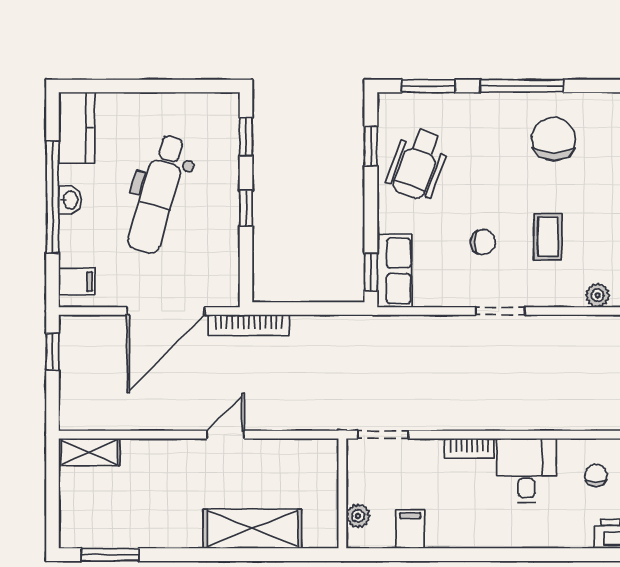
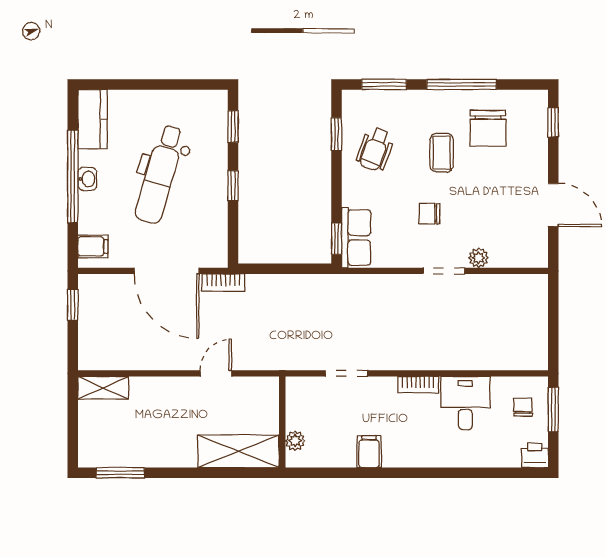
chair: (554, 139) -> (488, 128), turned 180
wheelchair: (418, 164) -> (375, 149), width x0.73, depth x0.73
coffee table: (548, 237) -> (442, 153), moved
chair: (483, 242) -> (429, 214), turned 180
plant: (597, 295) -> (479, 258), moved
door: (166, 311) -> (167, 271), hinge flipped
bookcase: (249, 325) -> (223, 283), width x0.64
wall: (342, 493) -> (282, 422), moved
plant: (358, 516) -> (295, 441), moved

